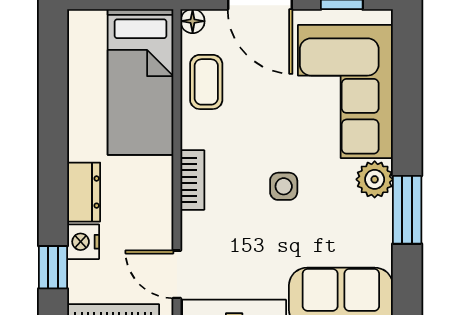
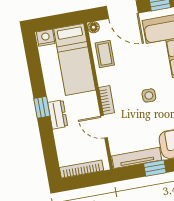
nightstand: (83, 242) -> (46, 38), moved, turned 90
window: (53, 267) -> (42, 107), moved
door: (177, 274) -> (104, 127), moved

